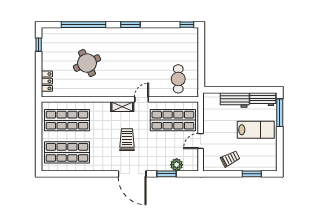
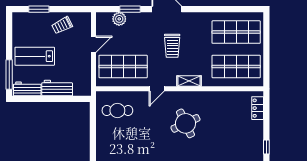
round table: (87, 63) -> (185, 123), moved
cafe table: (178, 79) -> (117, 110), turned 90
shelving: (122, 107) -> (189, 81), moved

